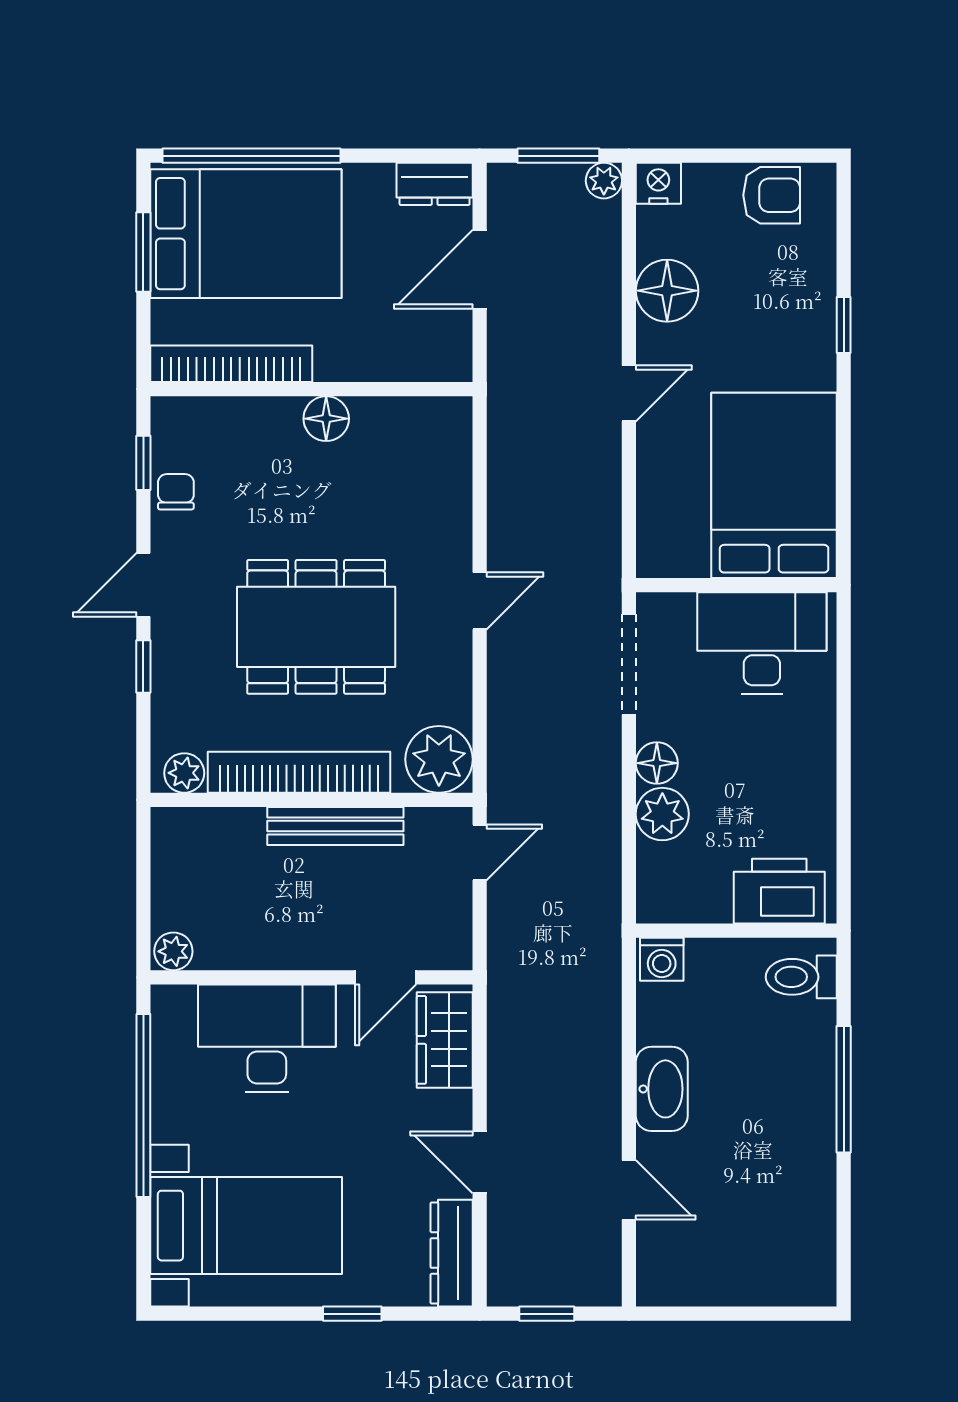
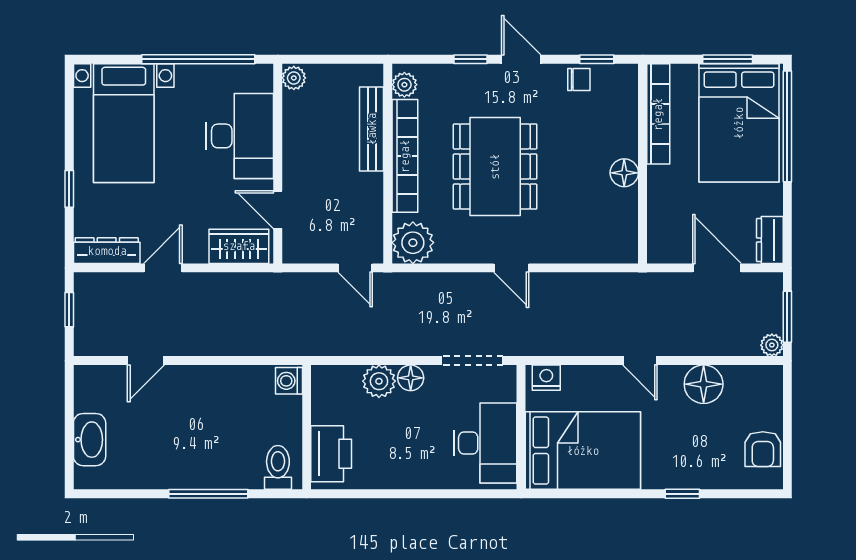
nightstand: (658, 183) -> (546, 378), moved, turned -90
bench: (335, 826) -> (372, 129), moved
washbasin: (662, 1089) -> (90, 440), moved, turned -90

